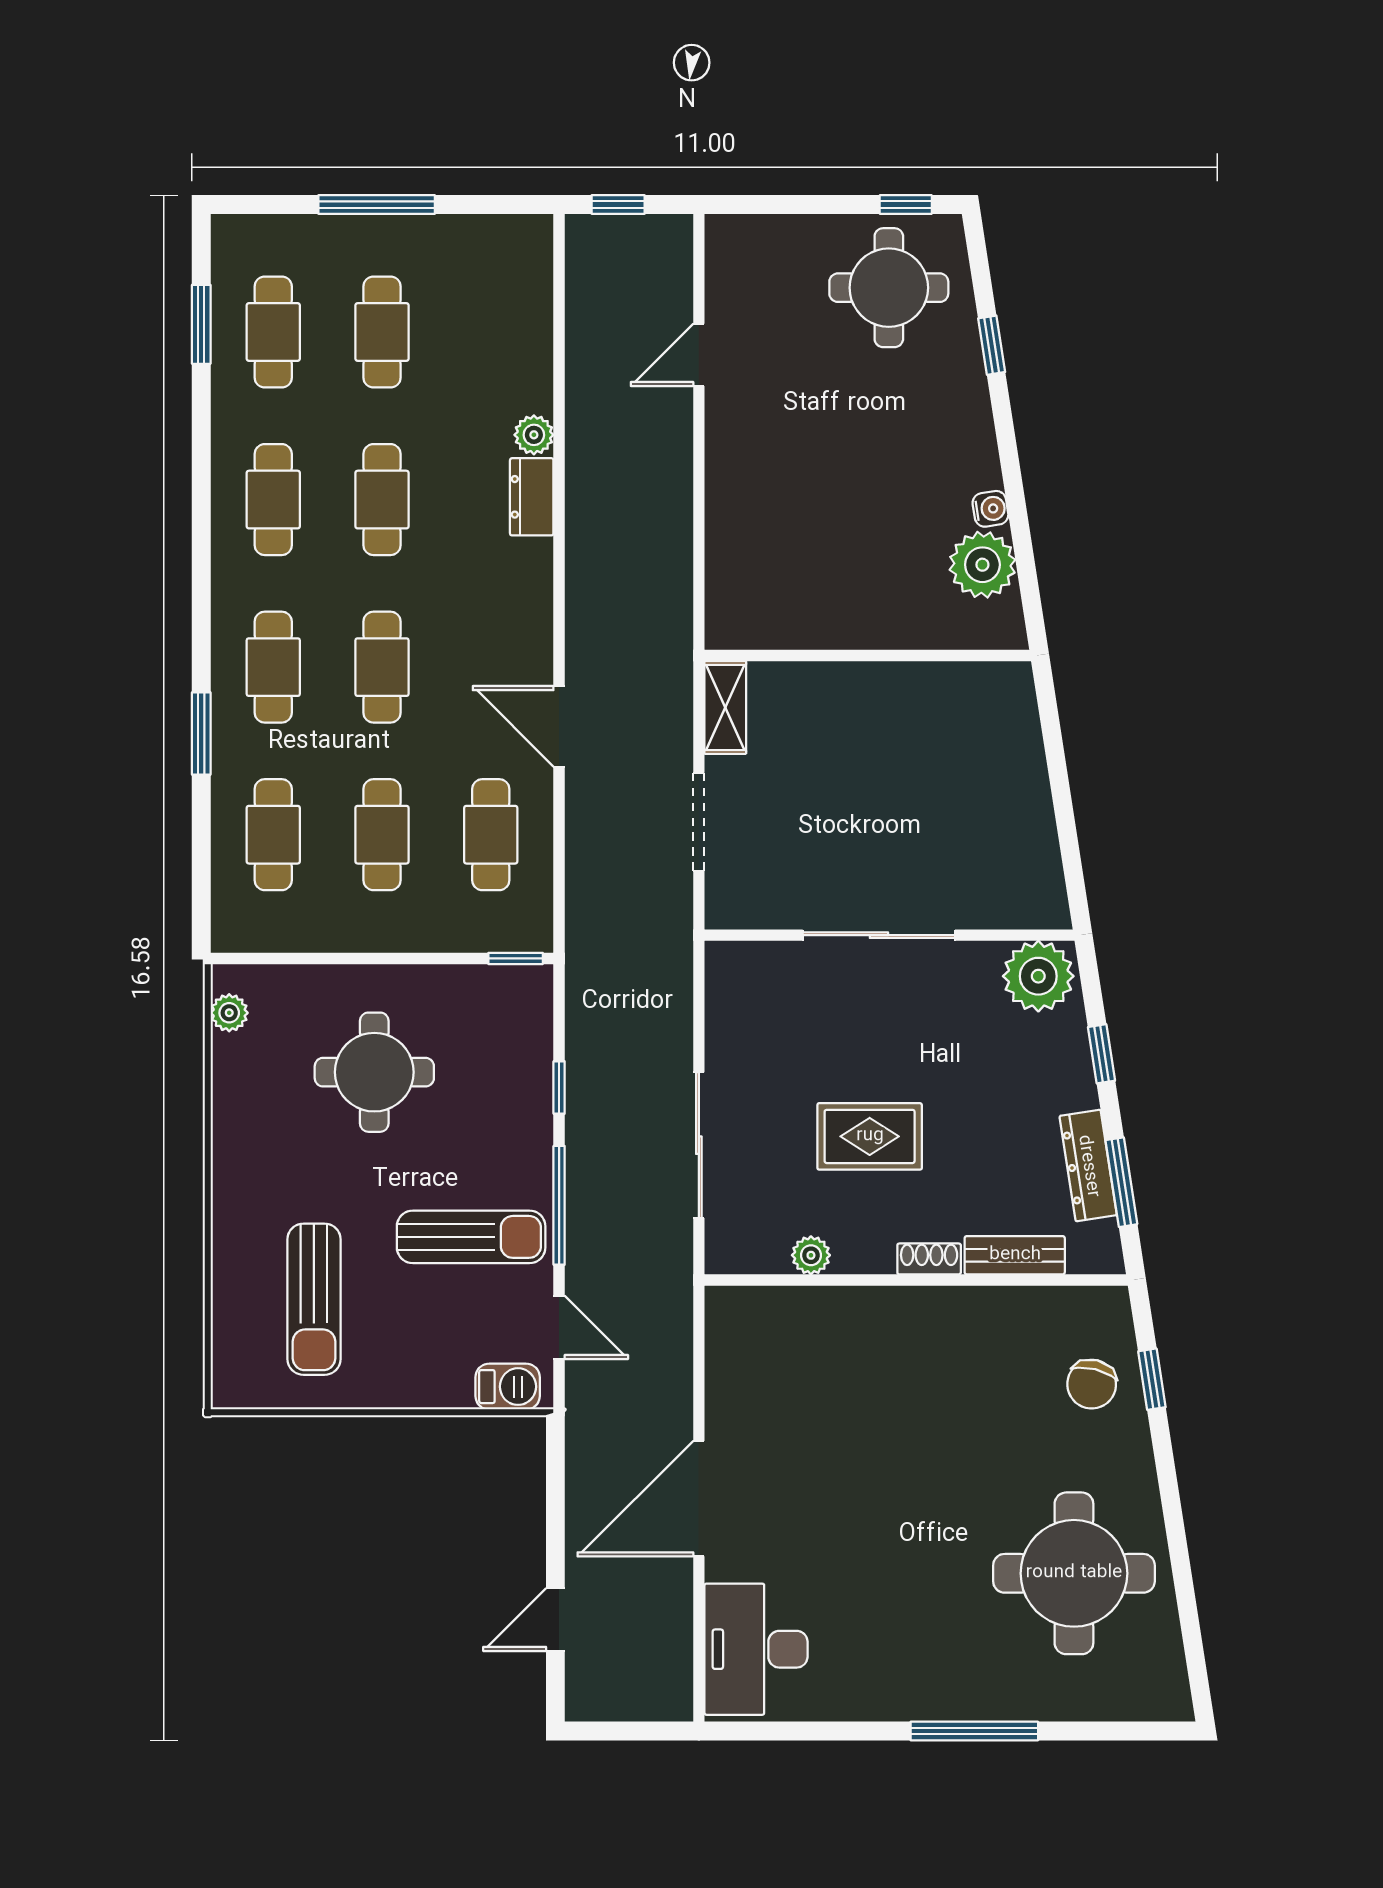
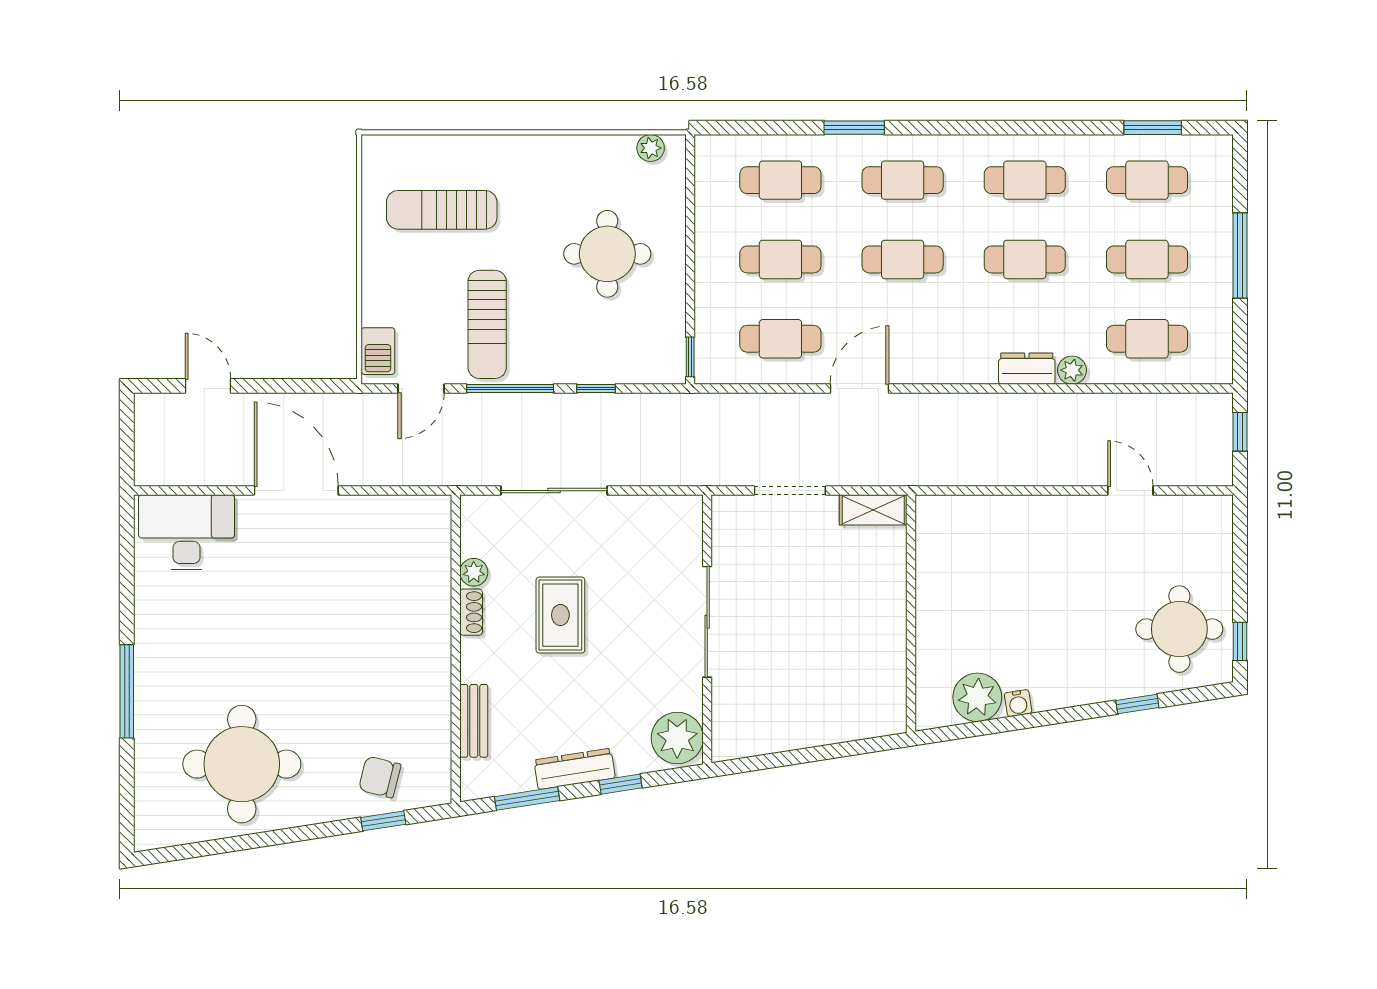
cafe table: (491, 332) -> (1147, 339), added
dresser: (1088, 1166) -> (575, 769), moved
shoe rack: (929, 1259) -> (471, 612), moved

